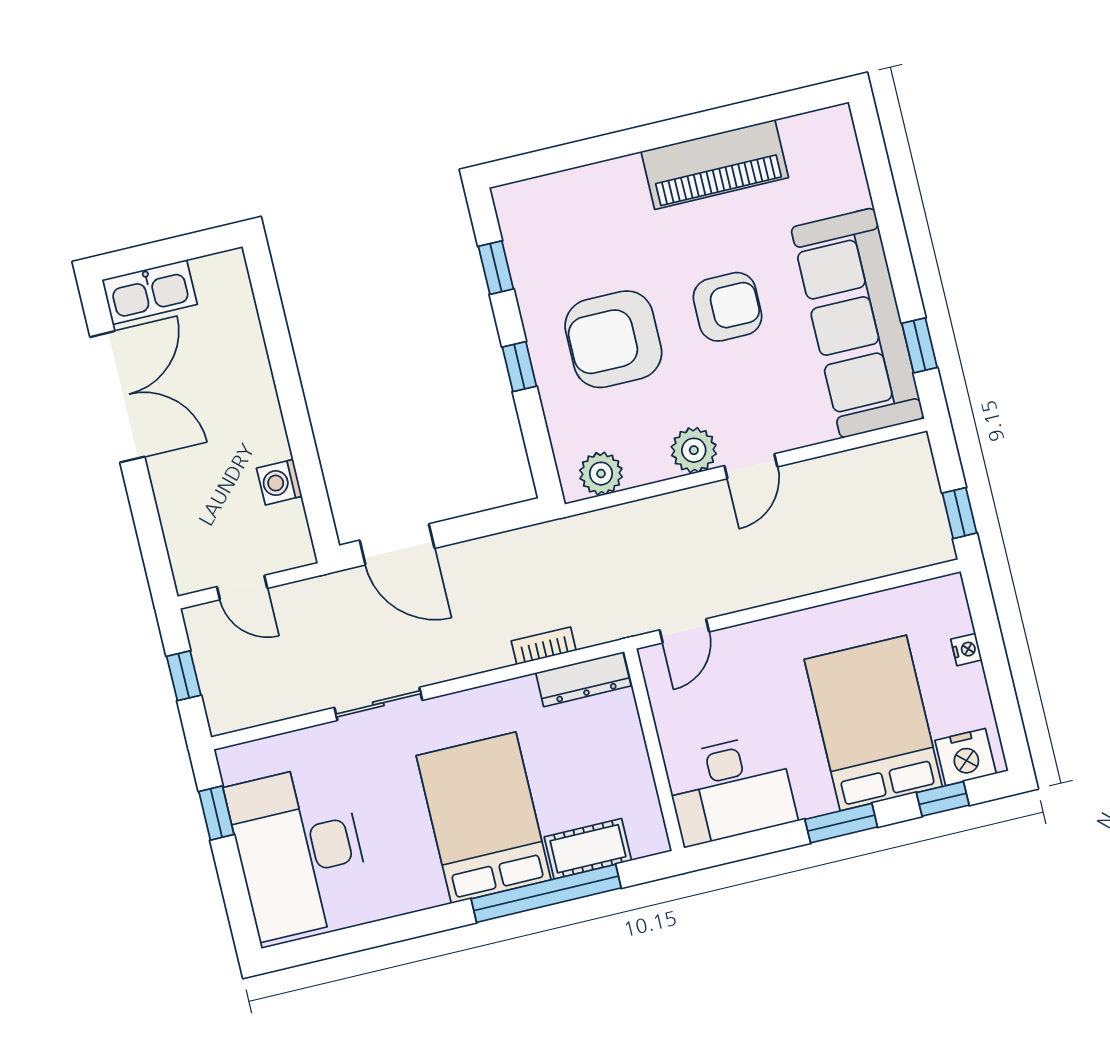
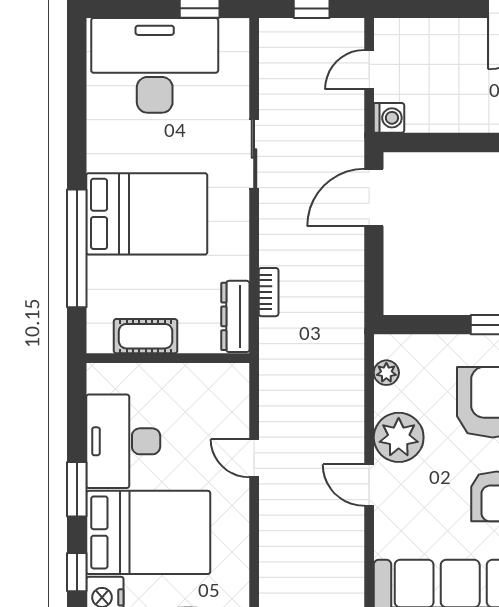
plant: (694, 450) -> (399, 437), width x1.36, depth x1.36
plant: (601, 474) -> (386, 373), width x0.73, depth x0.73
washing machine: (279, 482) -> (389, 118), moved, turned 90
door: (684, 631) -> (254, 458), moved
desk: (730, 789) -> (123, 441), moved
cot: (588, 849) -> (146, 336), moved, turned 90

